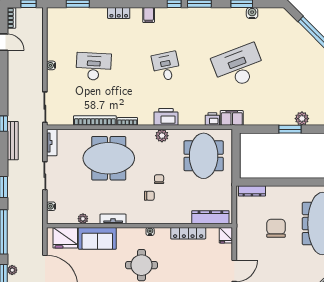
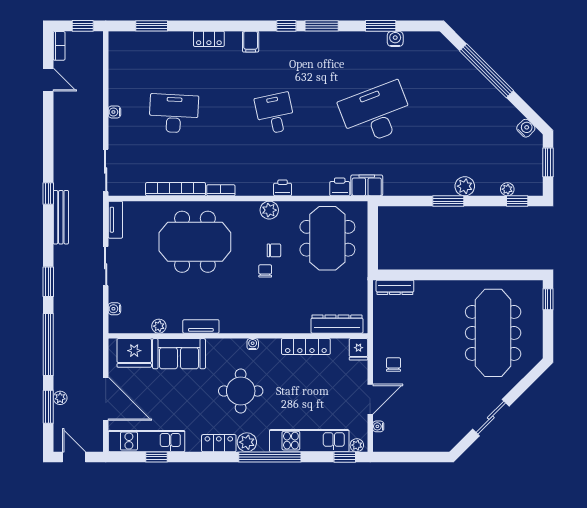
printer: (166, 117) -> (283, 188), width x0.53, depth x0.68
chair: (149, 196) -> (274, 250), moved
chair: (276, 228) -> (393, 365), moved, width x0.54, depth x0.54

